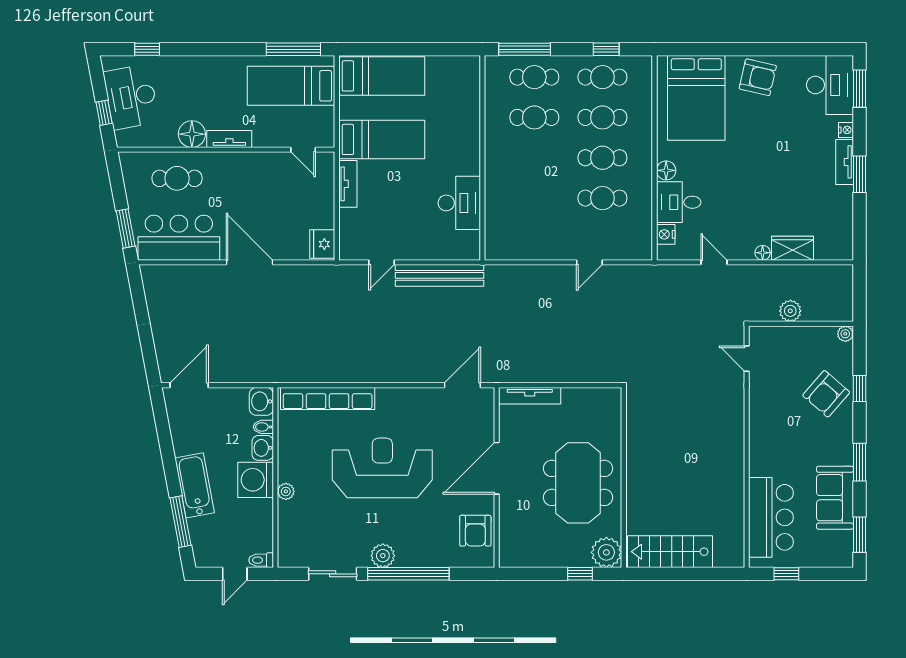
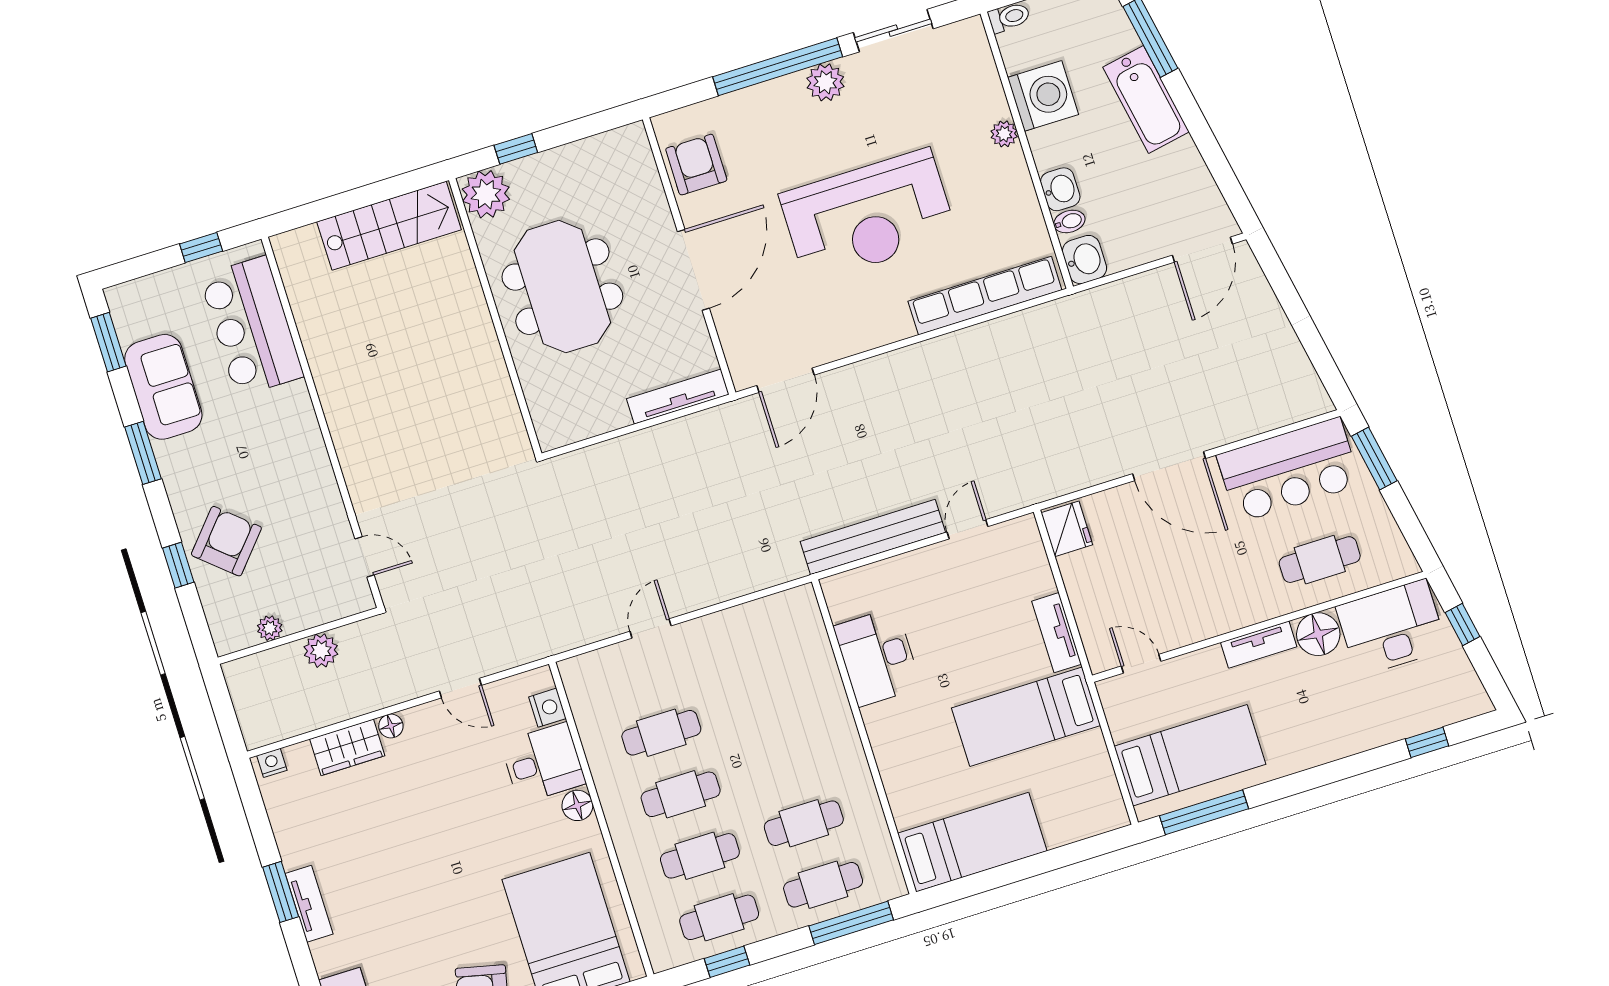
bed: (382, 76) -> (972, 842), moved, turned 180
desk: (131, 97) -> (1392, 628), moved, turned -79
nightstand: (846, 130) -> (272, 763), moved, turned 90
plant: (845, 334) -> (270, 628), moved
washing machine: (256, 480) -> (1043, 96), moved

